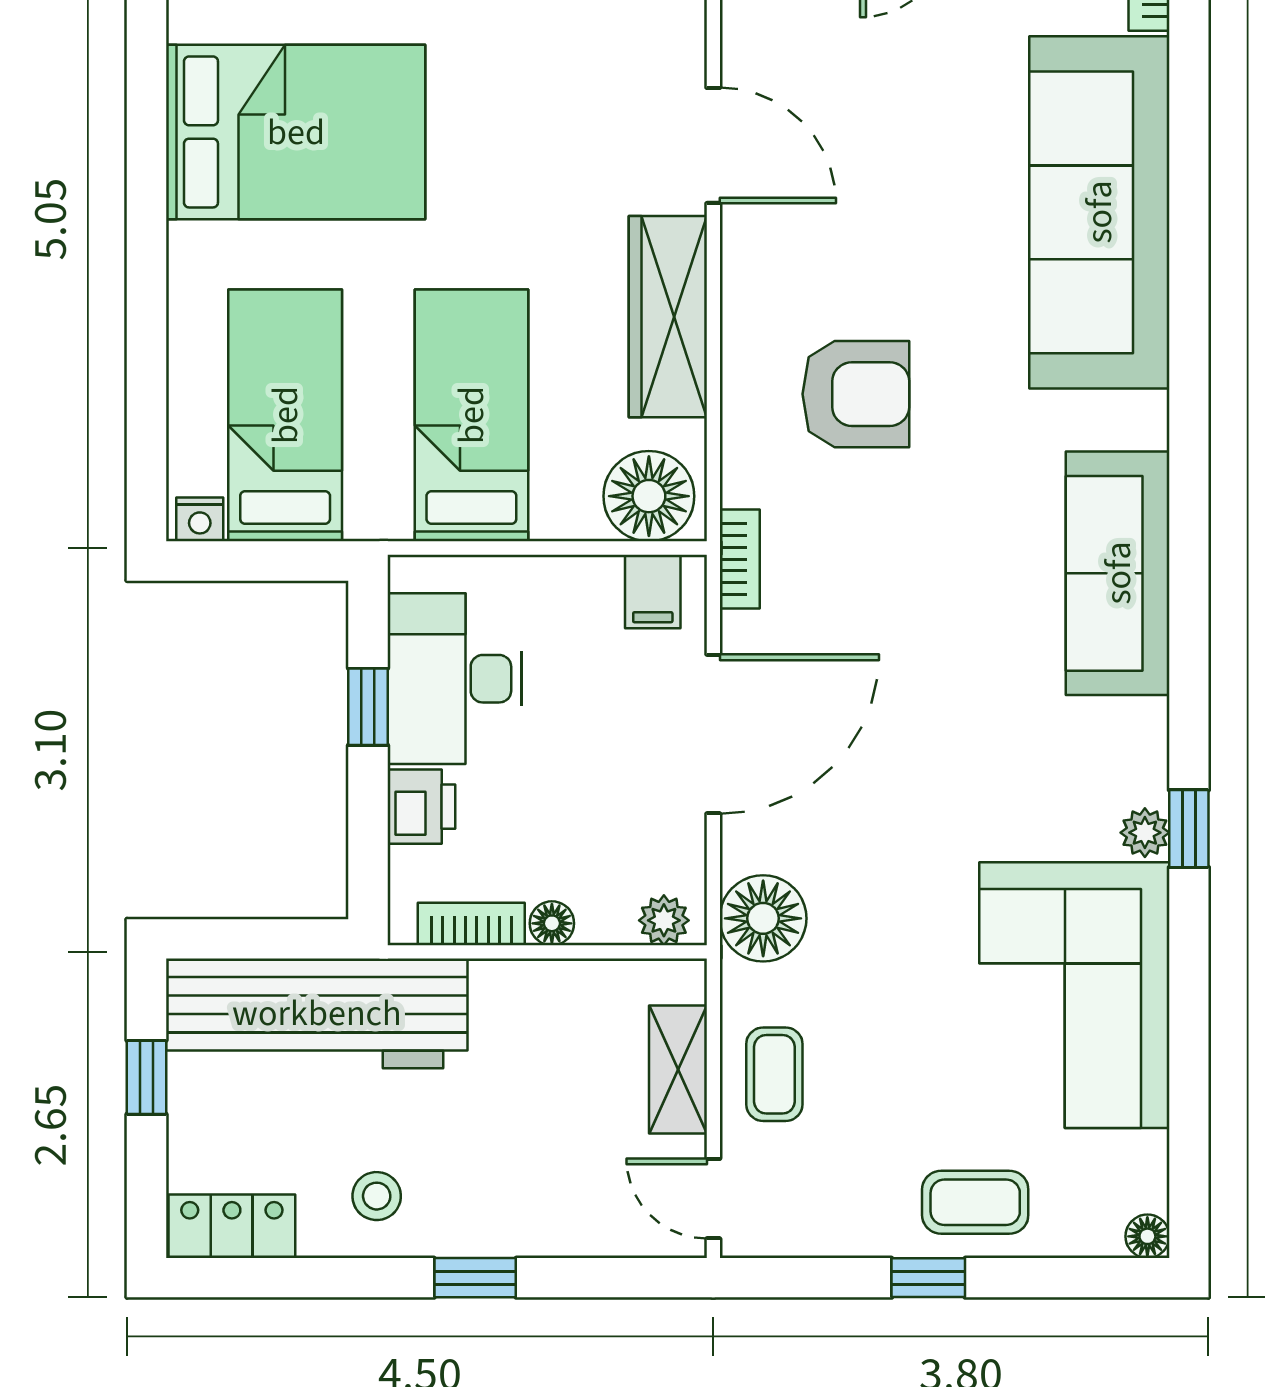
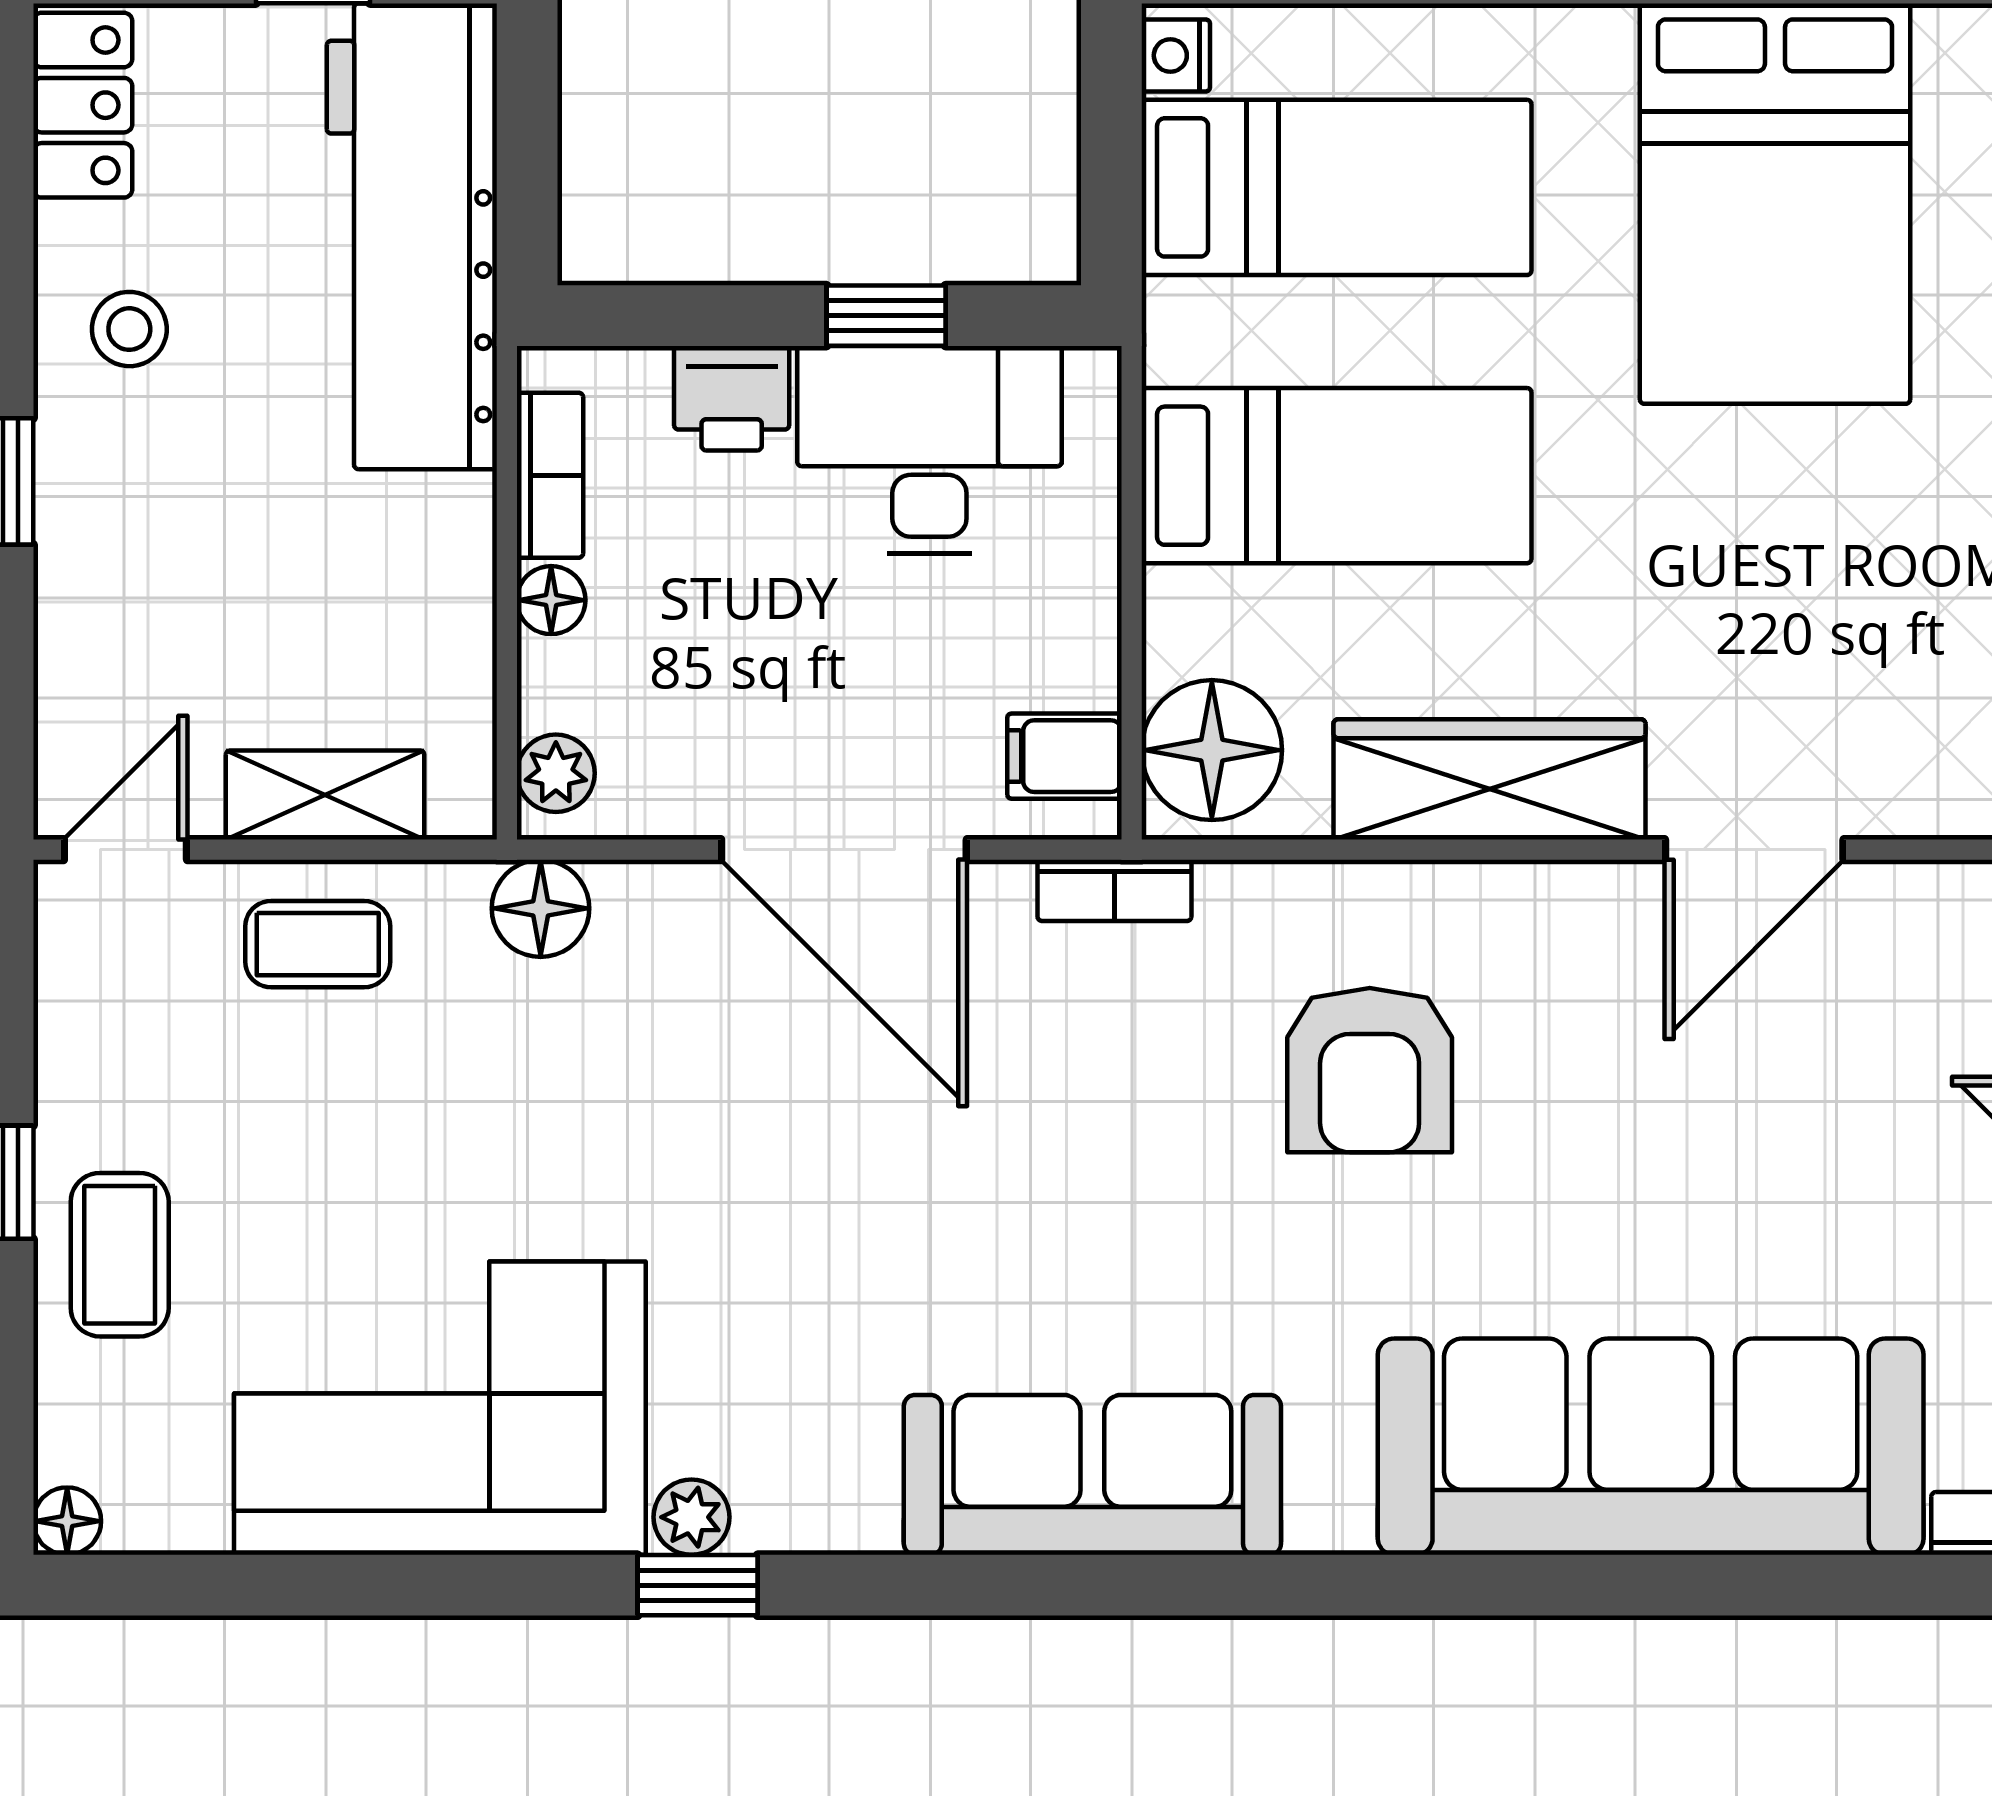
floor lamp: (763, 918) -> (541, 908), width x0.73, depth x0.73

